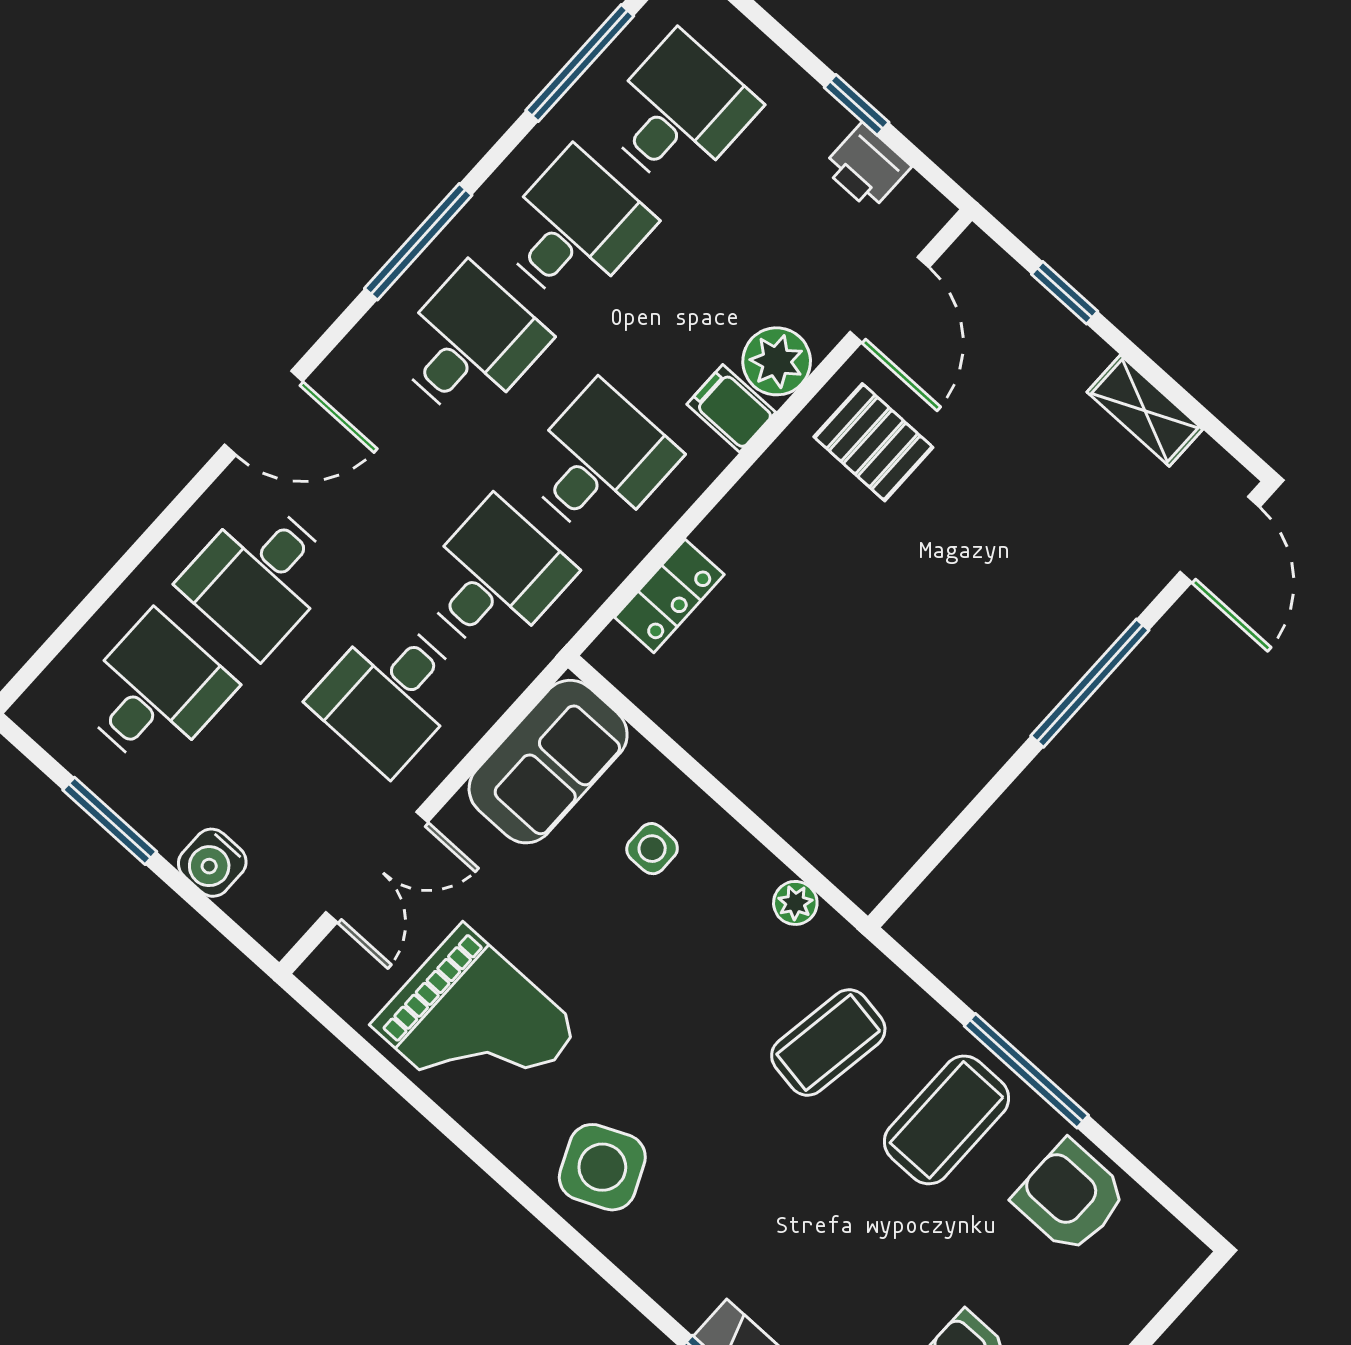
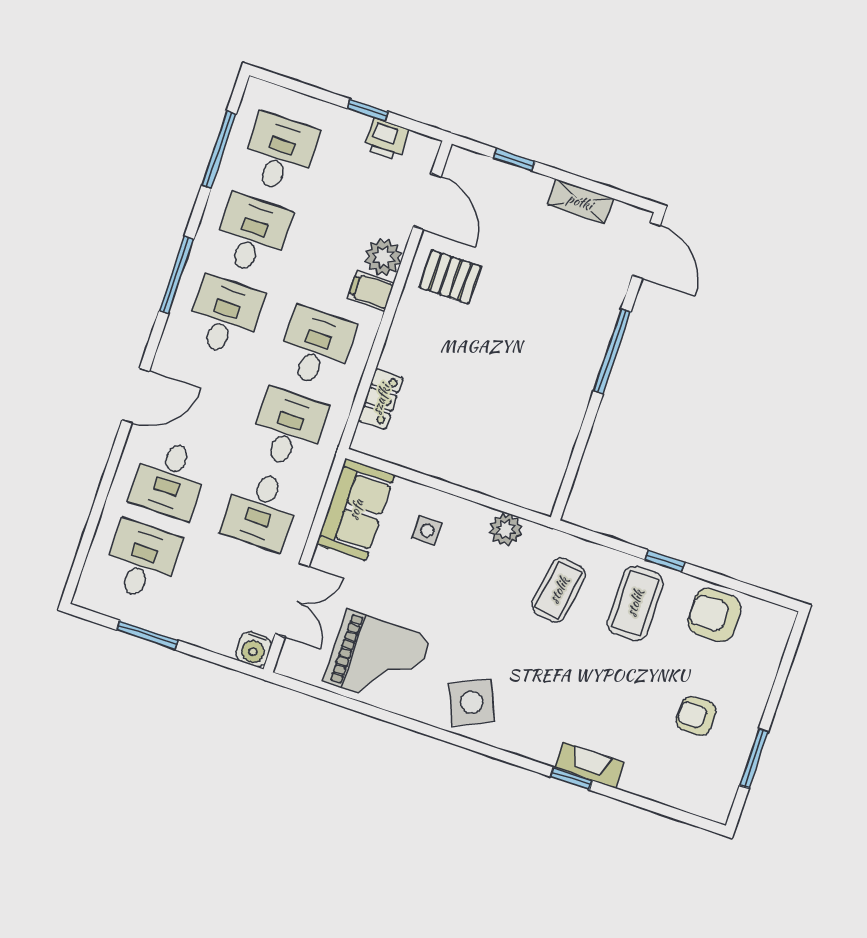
water cooler: (212, 863) -> (254, 649), moved
plant: (795, 903) -> (506, 530), width x1.38, depth x1.38
window: (1026, 1071) -> (665, 561), width x0.46

